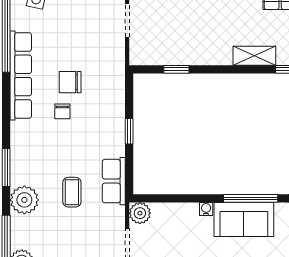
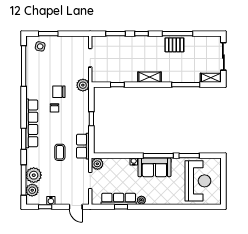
shelving: (254, 56) -> (149, 77), moved
plant: (114, 70) -> (83, 85), added
row of seats: (21, 75) -> (32, 123), moved
plant: (24, 200) -> (34, 175), moved

